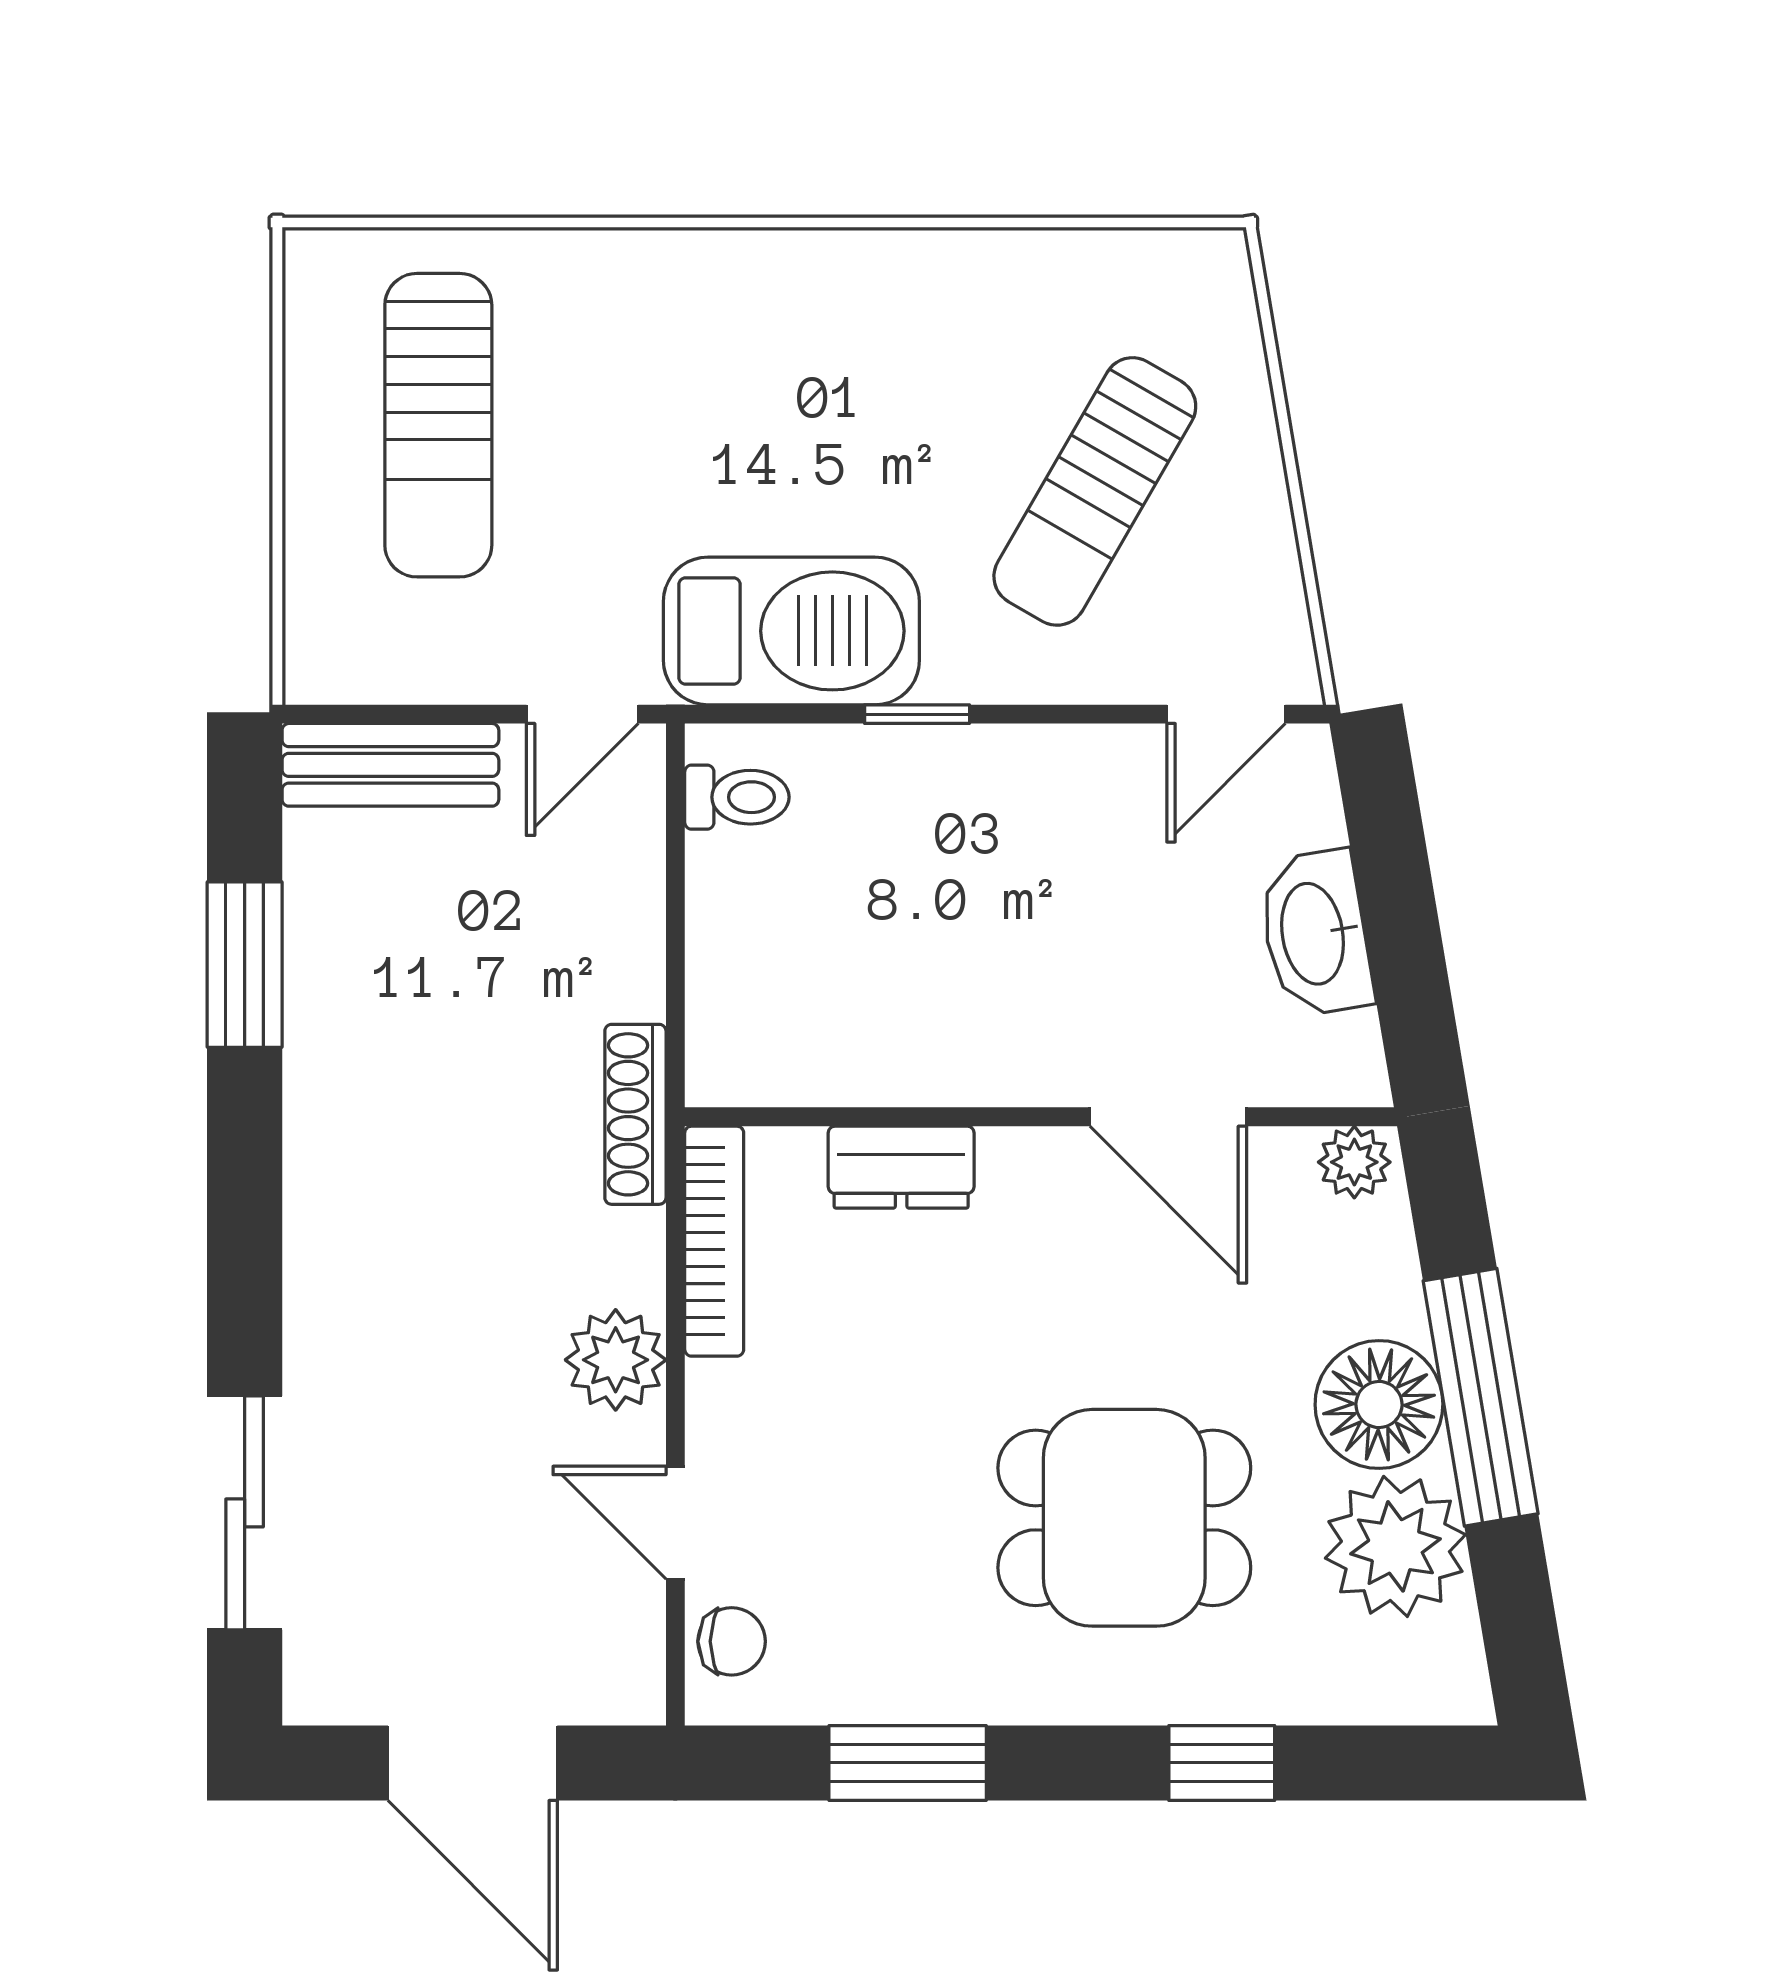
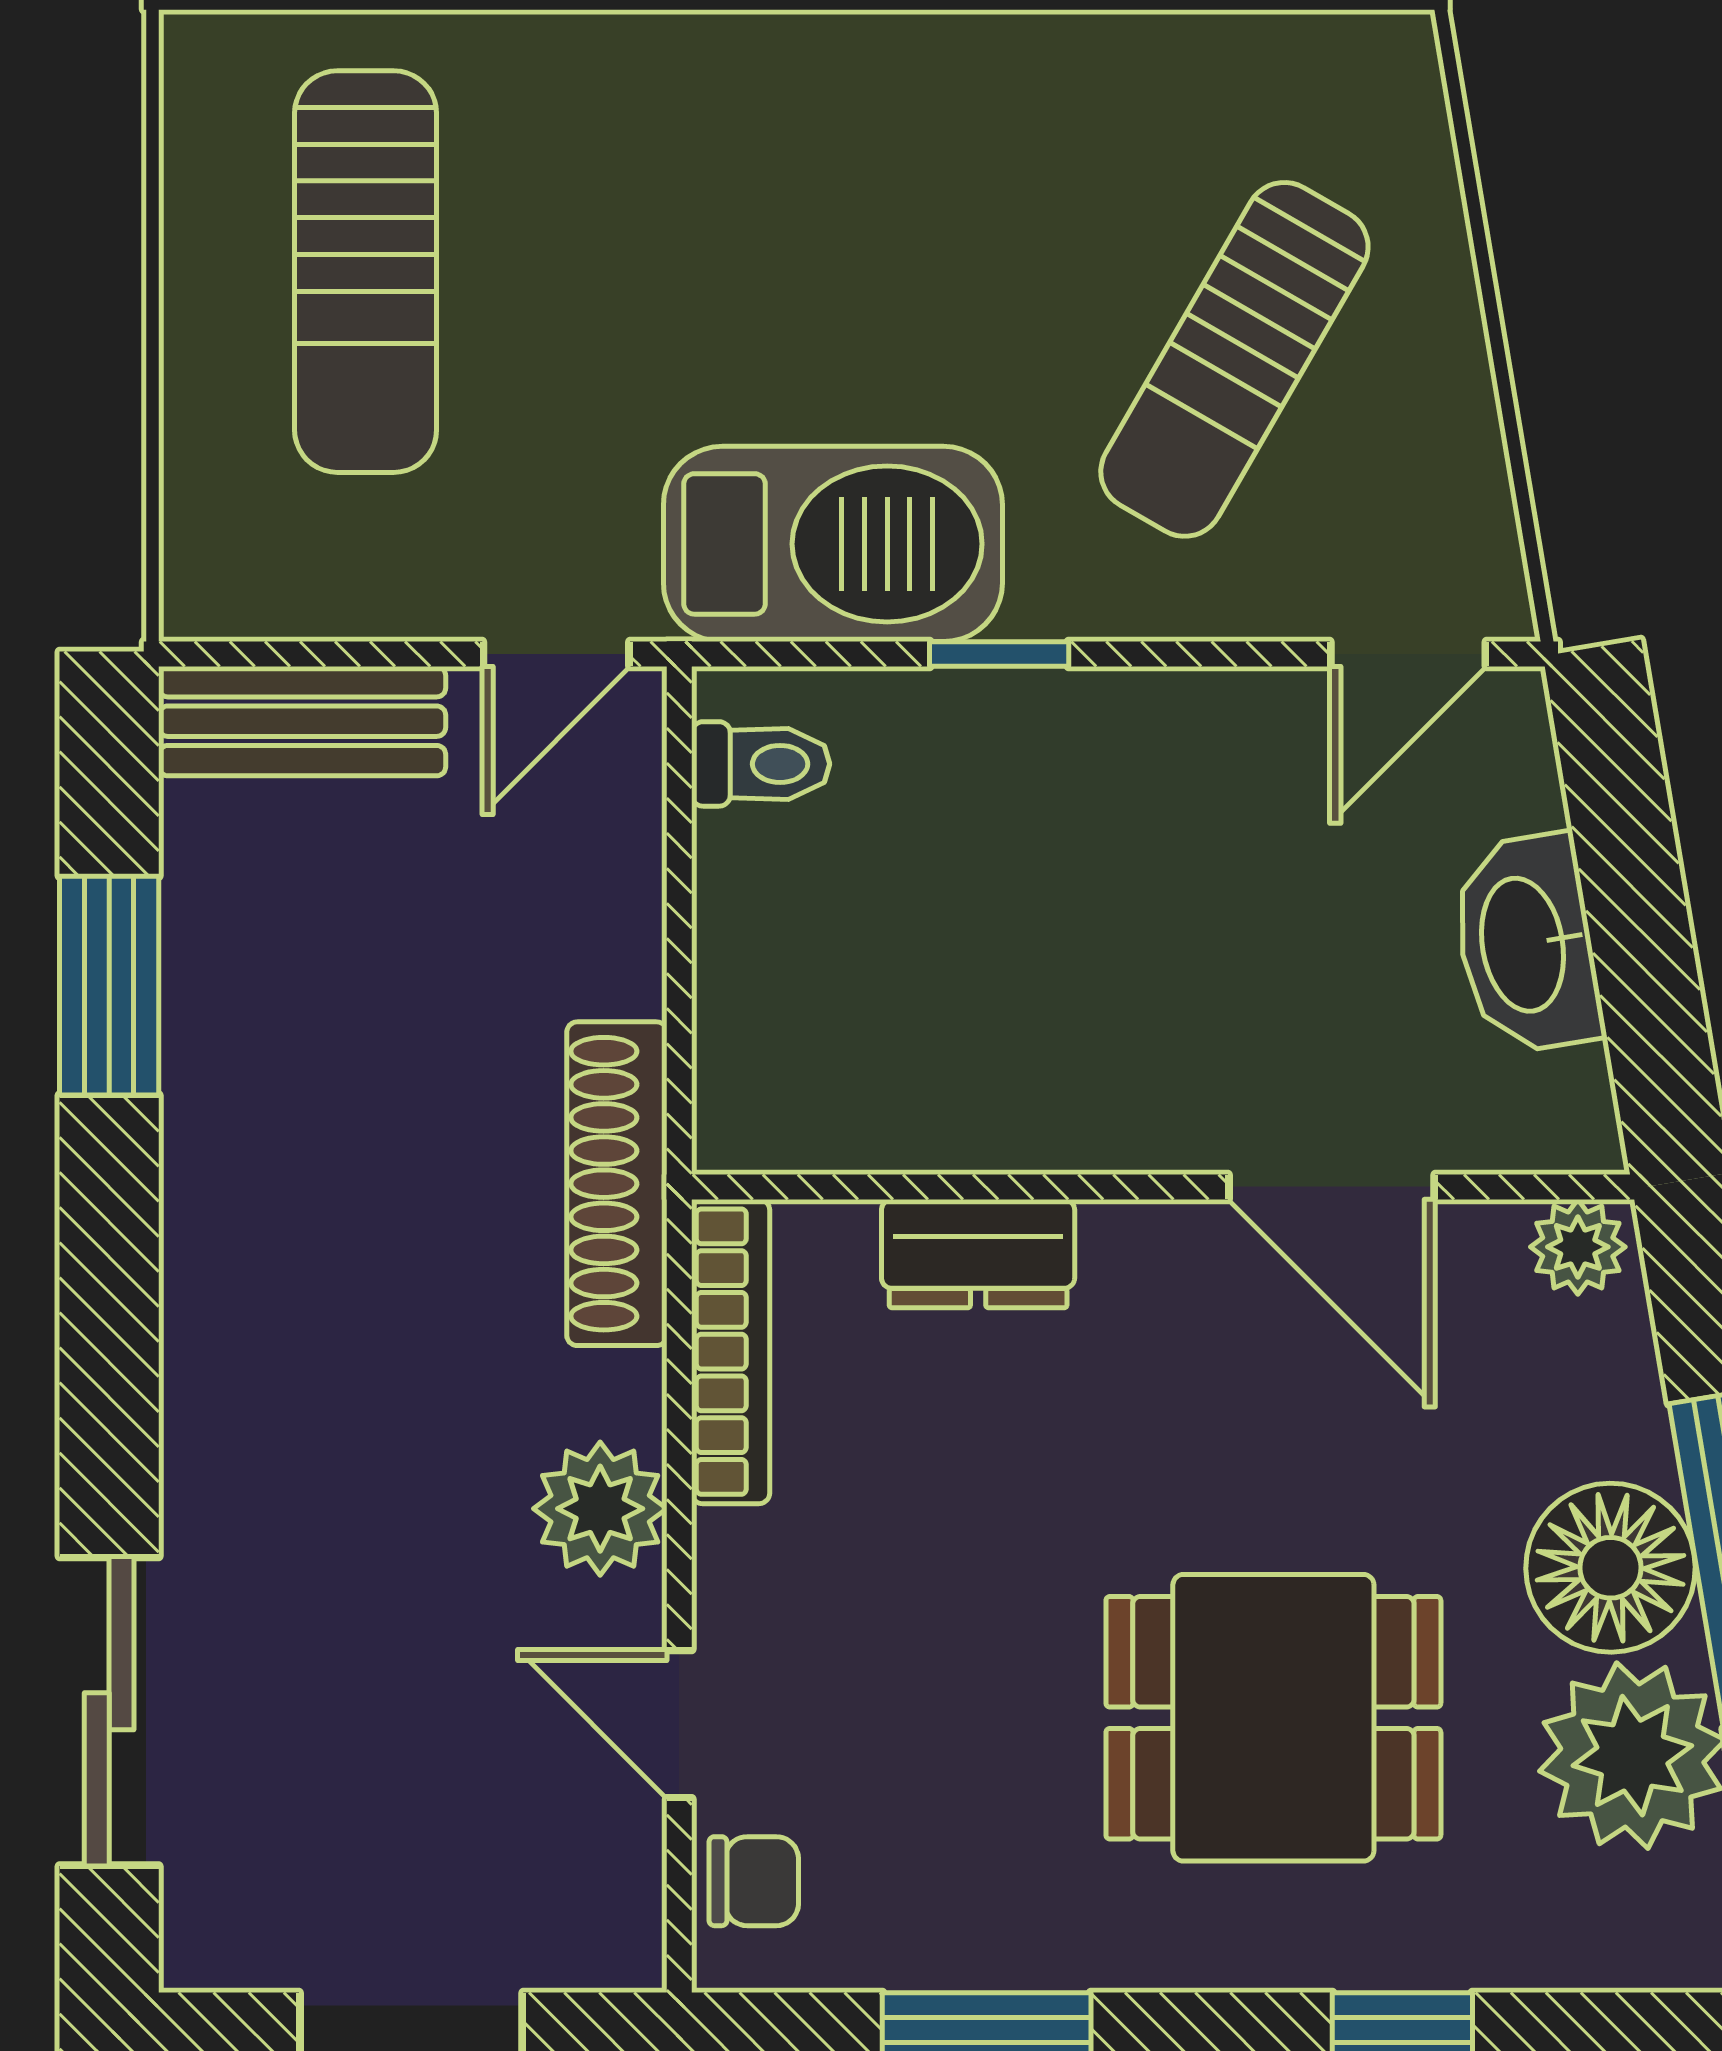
shoe rack: (635, 1114) -> (617, 1184), width x1.36, depth x1.24

